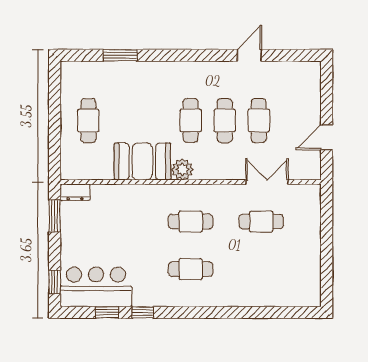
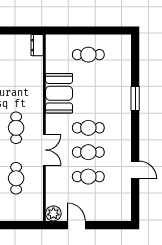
window: (120, 55) -> (135, 98), moved
plant: (182, 169) -> (53, 213), moved
double door: (267, 182) -> (44, 150), moved
window: (55, 216) -> (20, 31), removed

